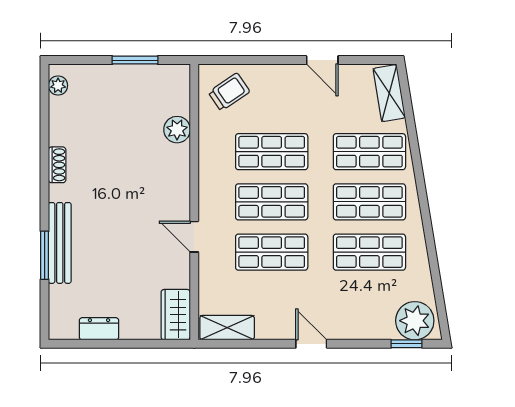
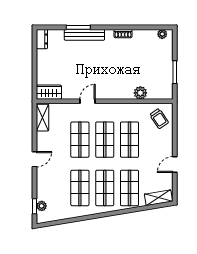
plant: (415, 321) -> (42, 206), width x0.53, depth x0.53
dresser: (99, 329) -> (42, 39), moved

